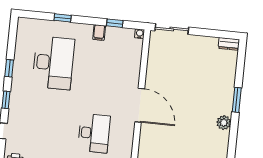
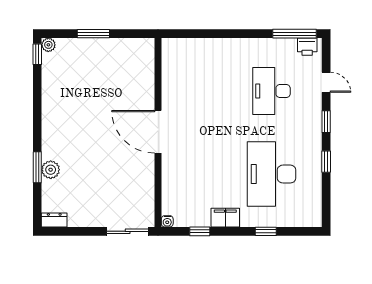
filing cabinet: (99, 33) -> (225, 218), width x2.00
window: (237, 100) -> (37, 167), moved
plant: (224, 123) -> (51, 170), moved
desk: (94, 133) -> (272, 91), moved

